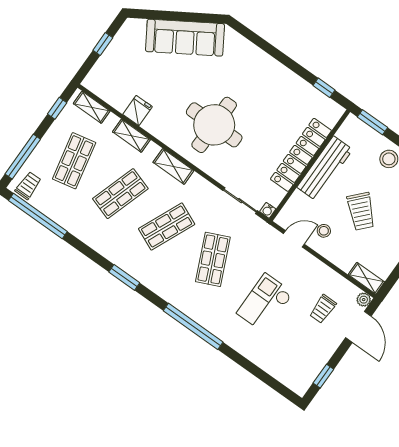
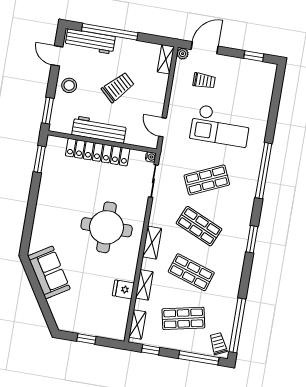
sofa: (185, 38) -> (49, 272), width x0.73
window: (324, 88) -> (40, 159), width x1.50
trolley: (28, 186) -> (218, 344), turned 65
stool: (324, 231) -> (146, 108), removed
checkout: (265, 303) -> (220, 126), width x1.36, depth x1.21

